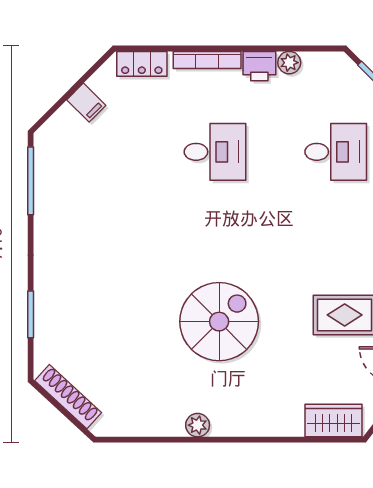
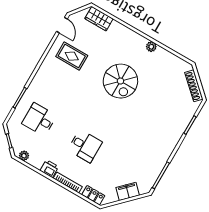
plant: (289, 63) -> (24, 156), moved
filing cabinet: (86, 103) -> (128, 191), width x2.00
desk: (215, 152) -> (85, 146), turned 180
spiral stairs: (219, 322) -> (120, 81), turned -90

